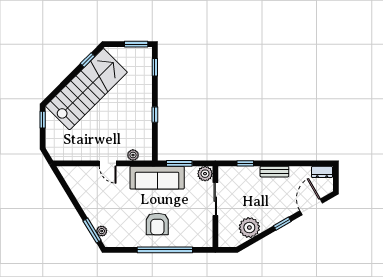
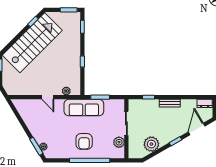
plant: (205, 174) -> (119, 142), moved

